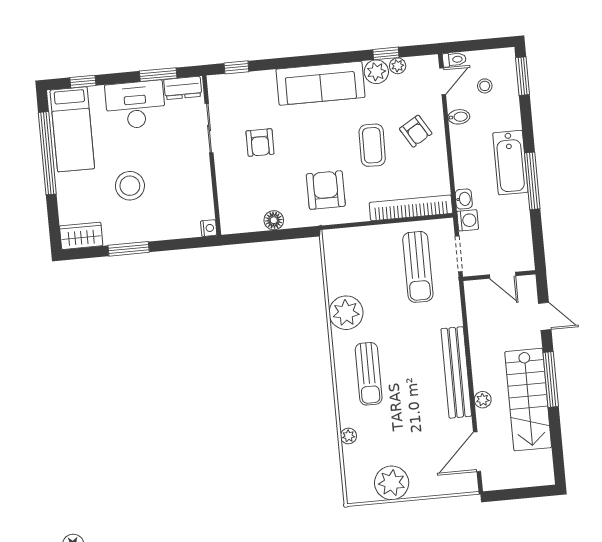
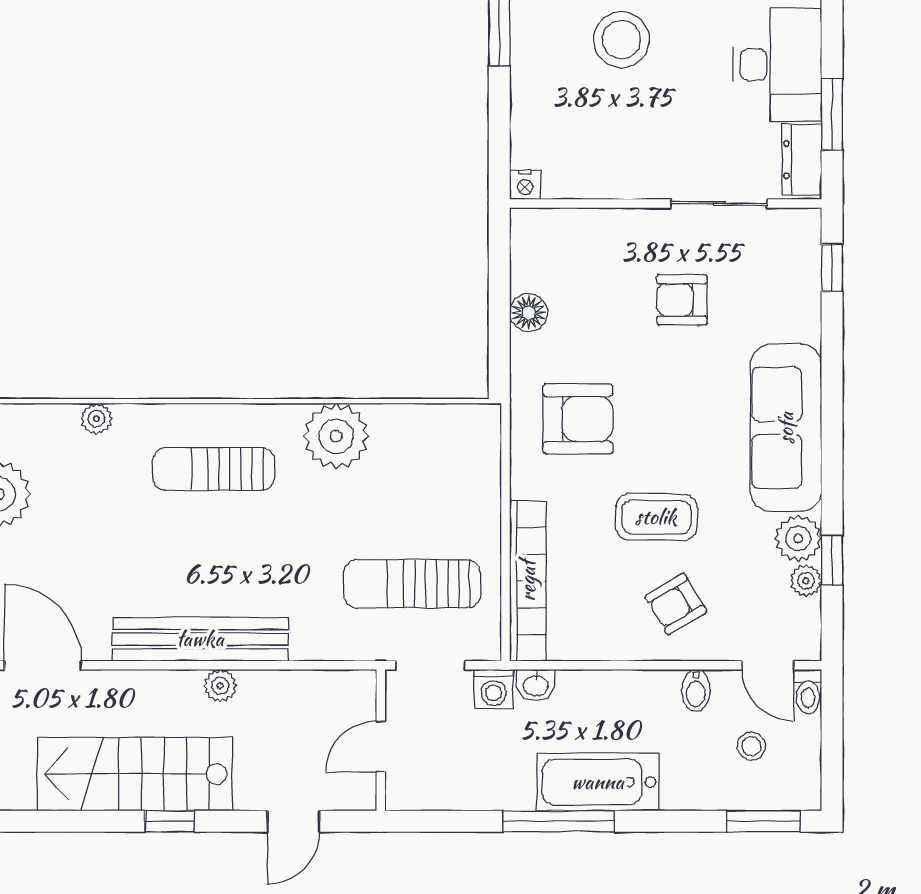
window: (551, 380) -> (170, 821), width x0.46
plant: (483, 400) -> (220, 686), moved

